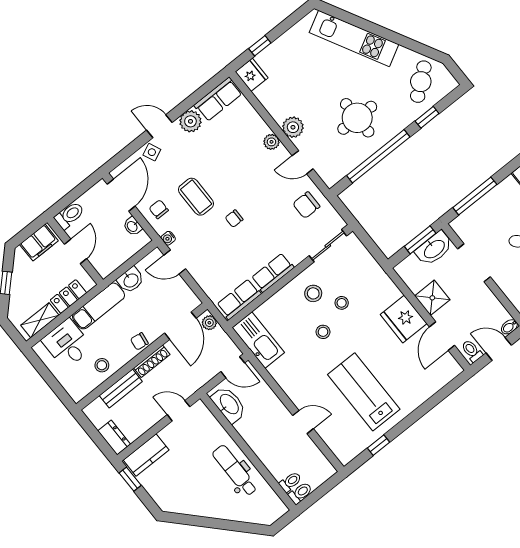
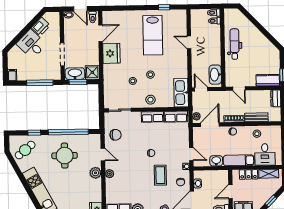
stool: (313, 293) -> (150, 100), moved
shower: (432, 298) -> (92, 72), moved
dental chair: (235, 471) -> (235, 44), turned 180

